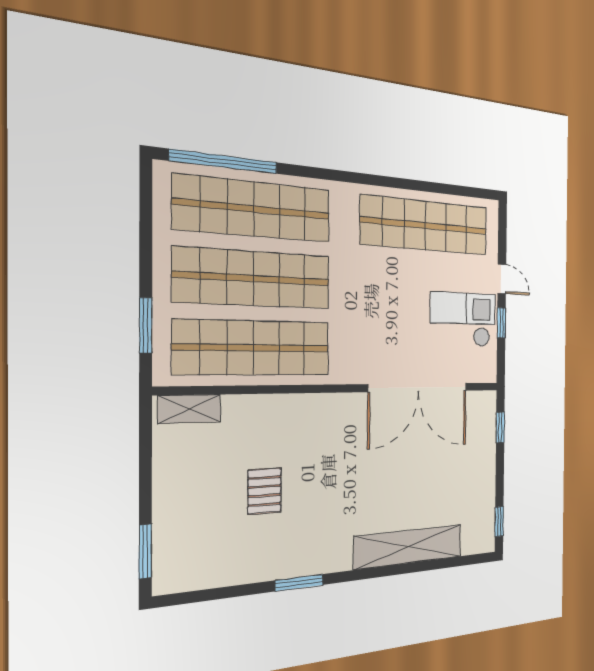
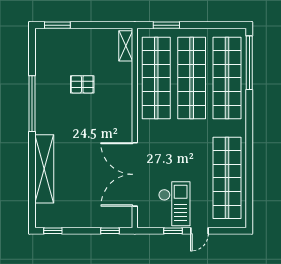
window: (299, 583) -> (32, 104), width x2.11

